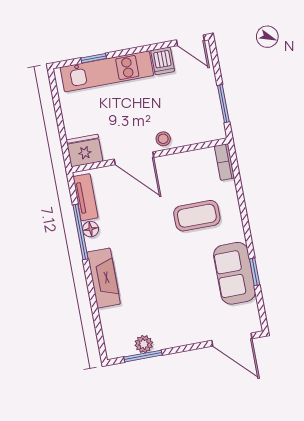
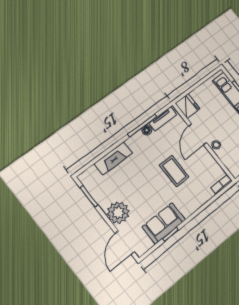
coffee table: (197, 216) -> (174, 171), moved
fireplace: (104, 278) -> (113, 158), moved
plant: (144, 344) -> (118, 213), moved, width x1.88, depth x1.88

